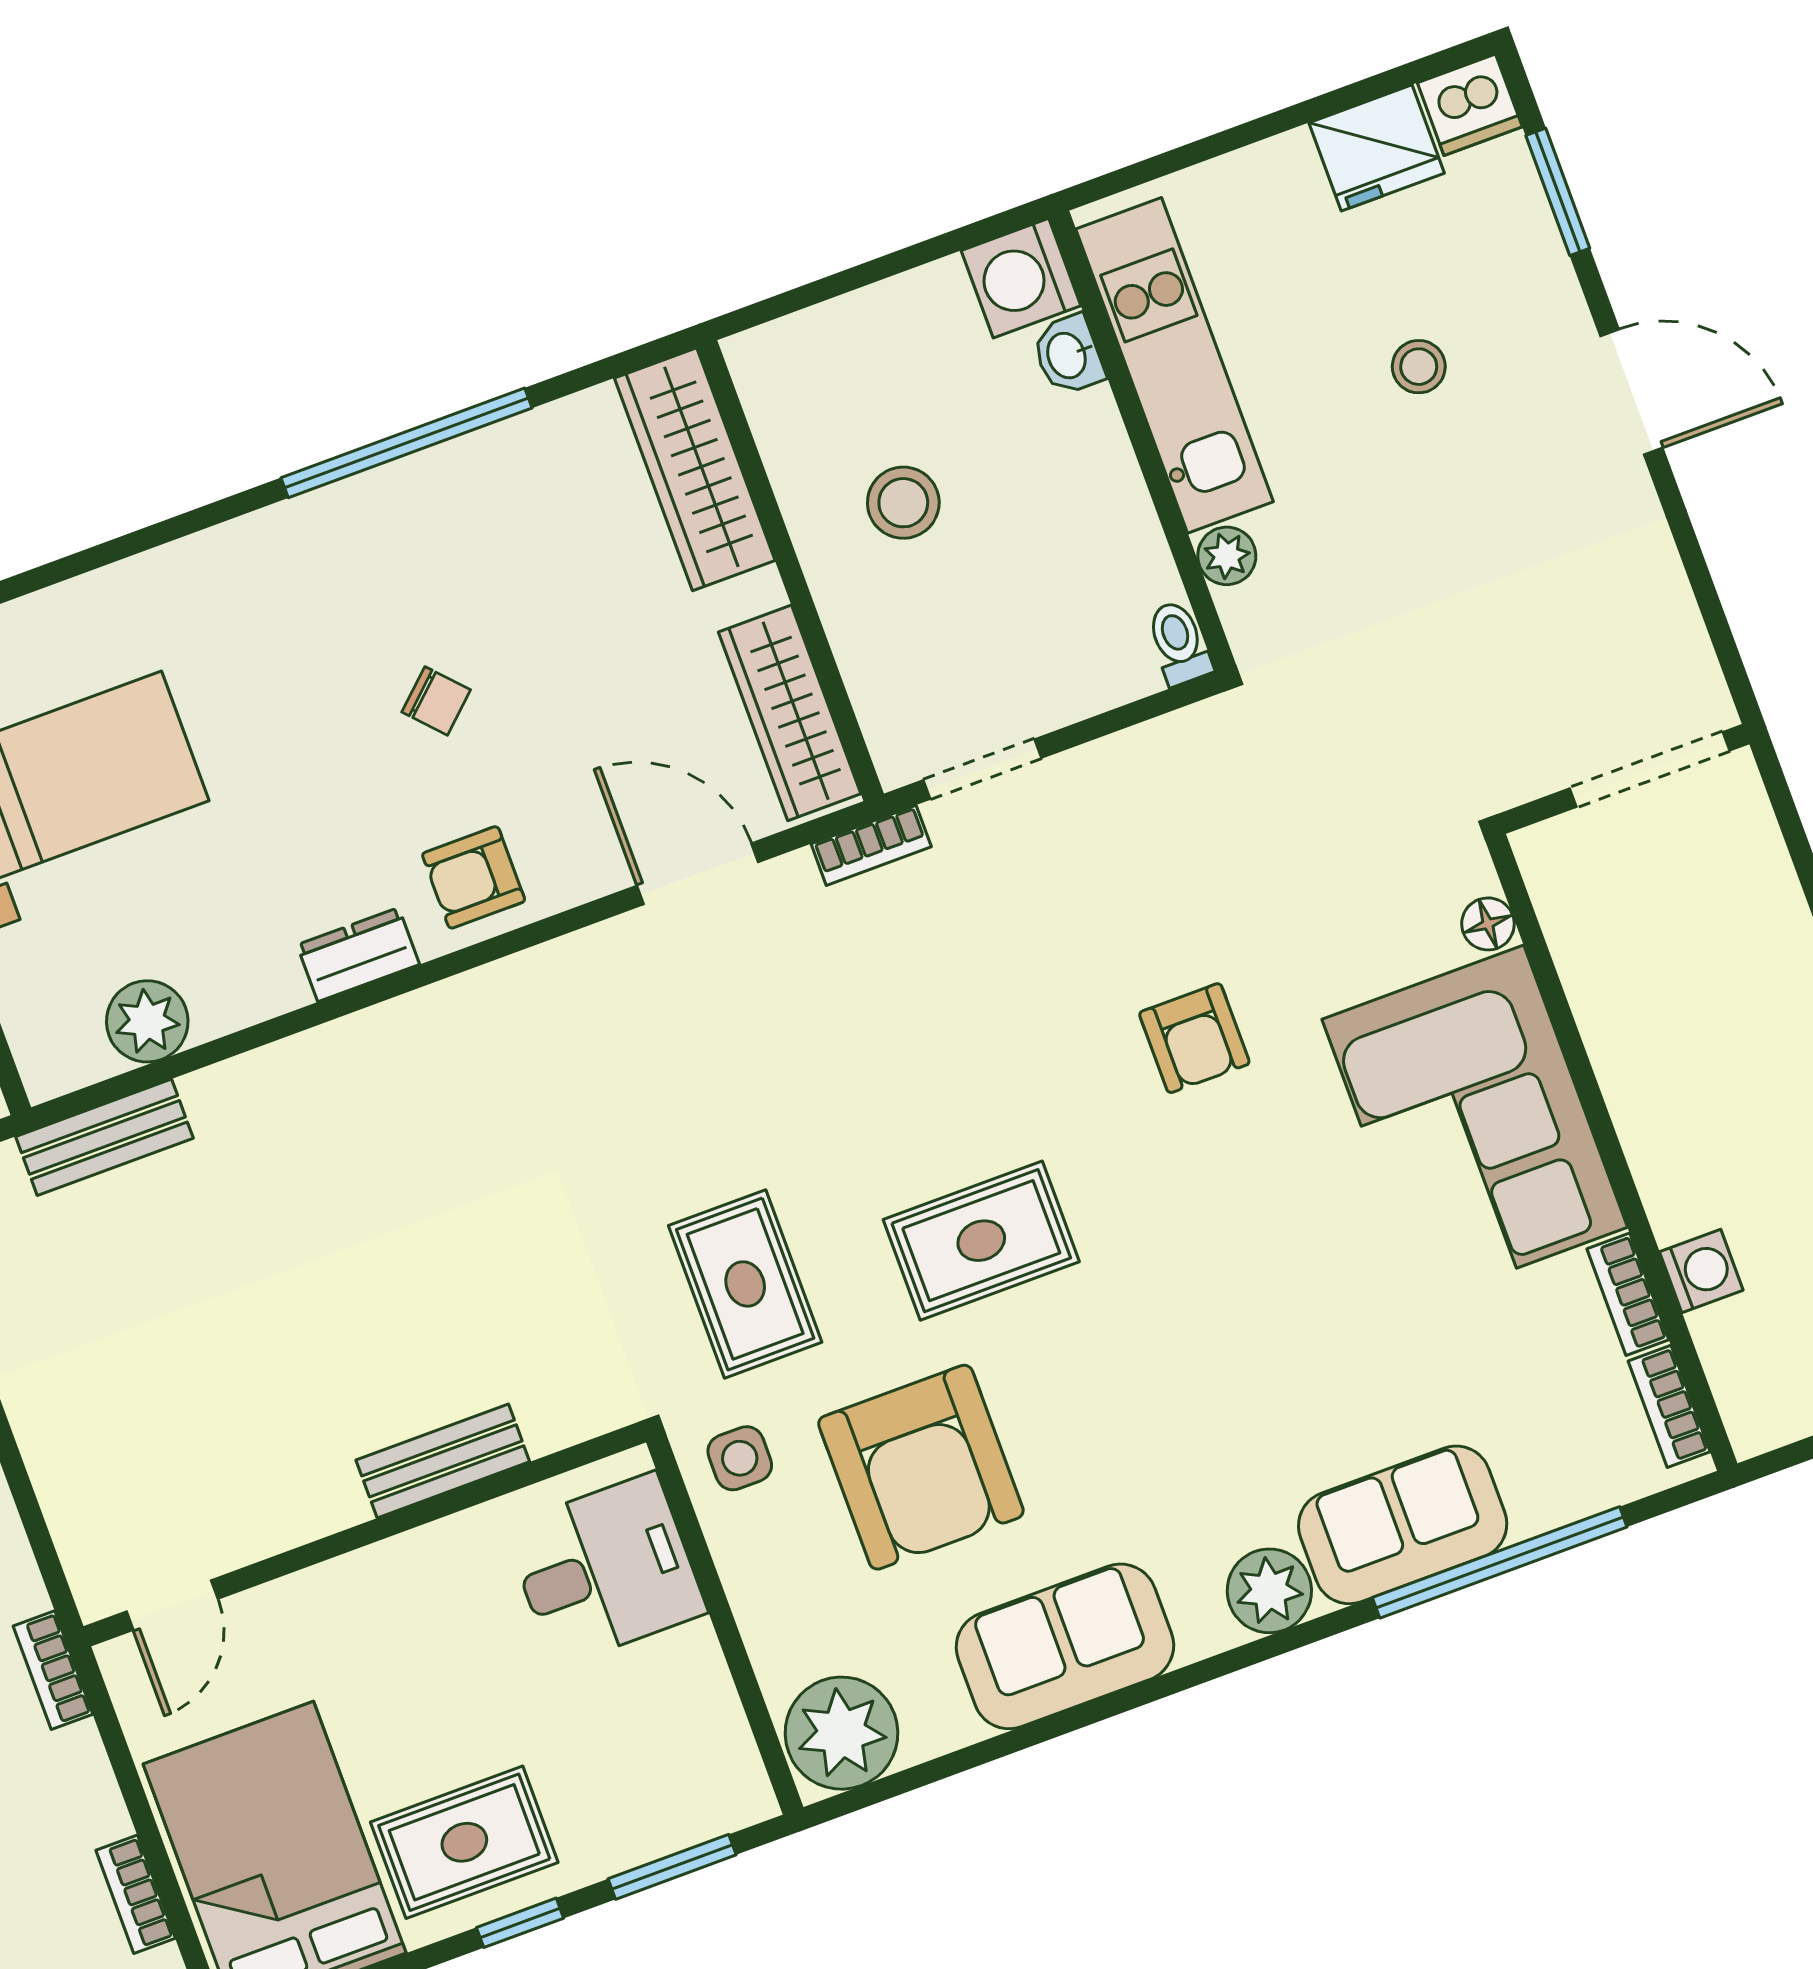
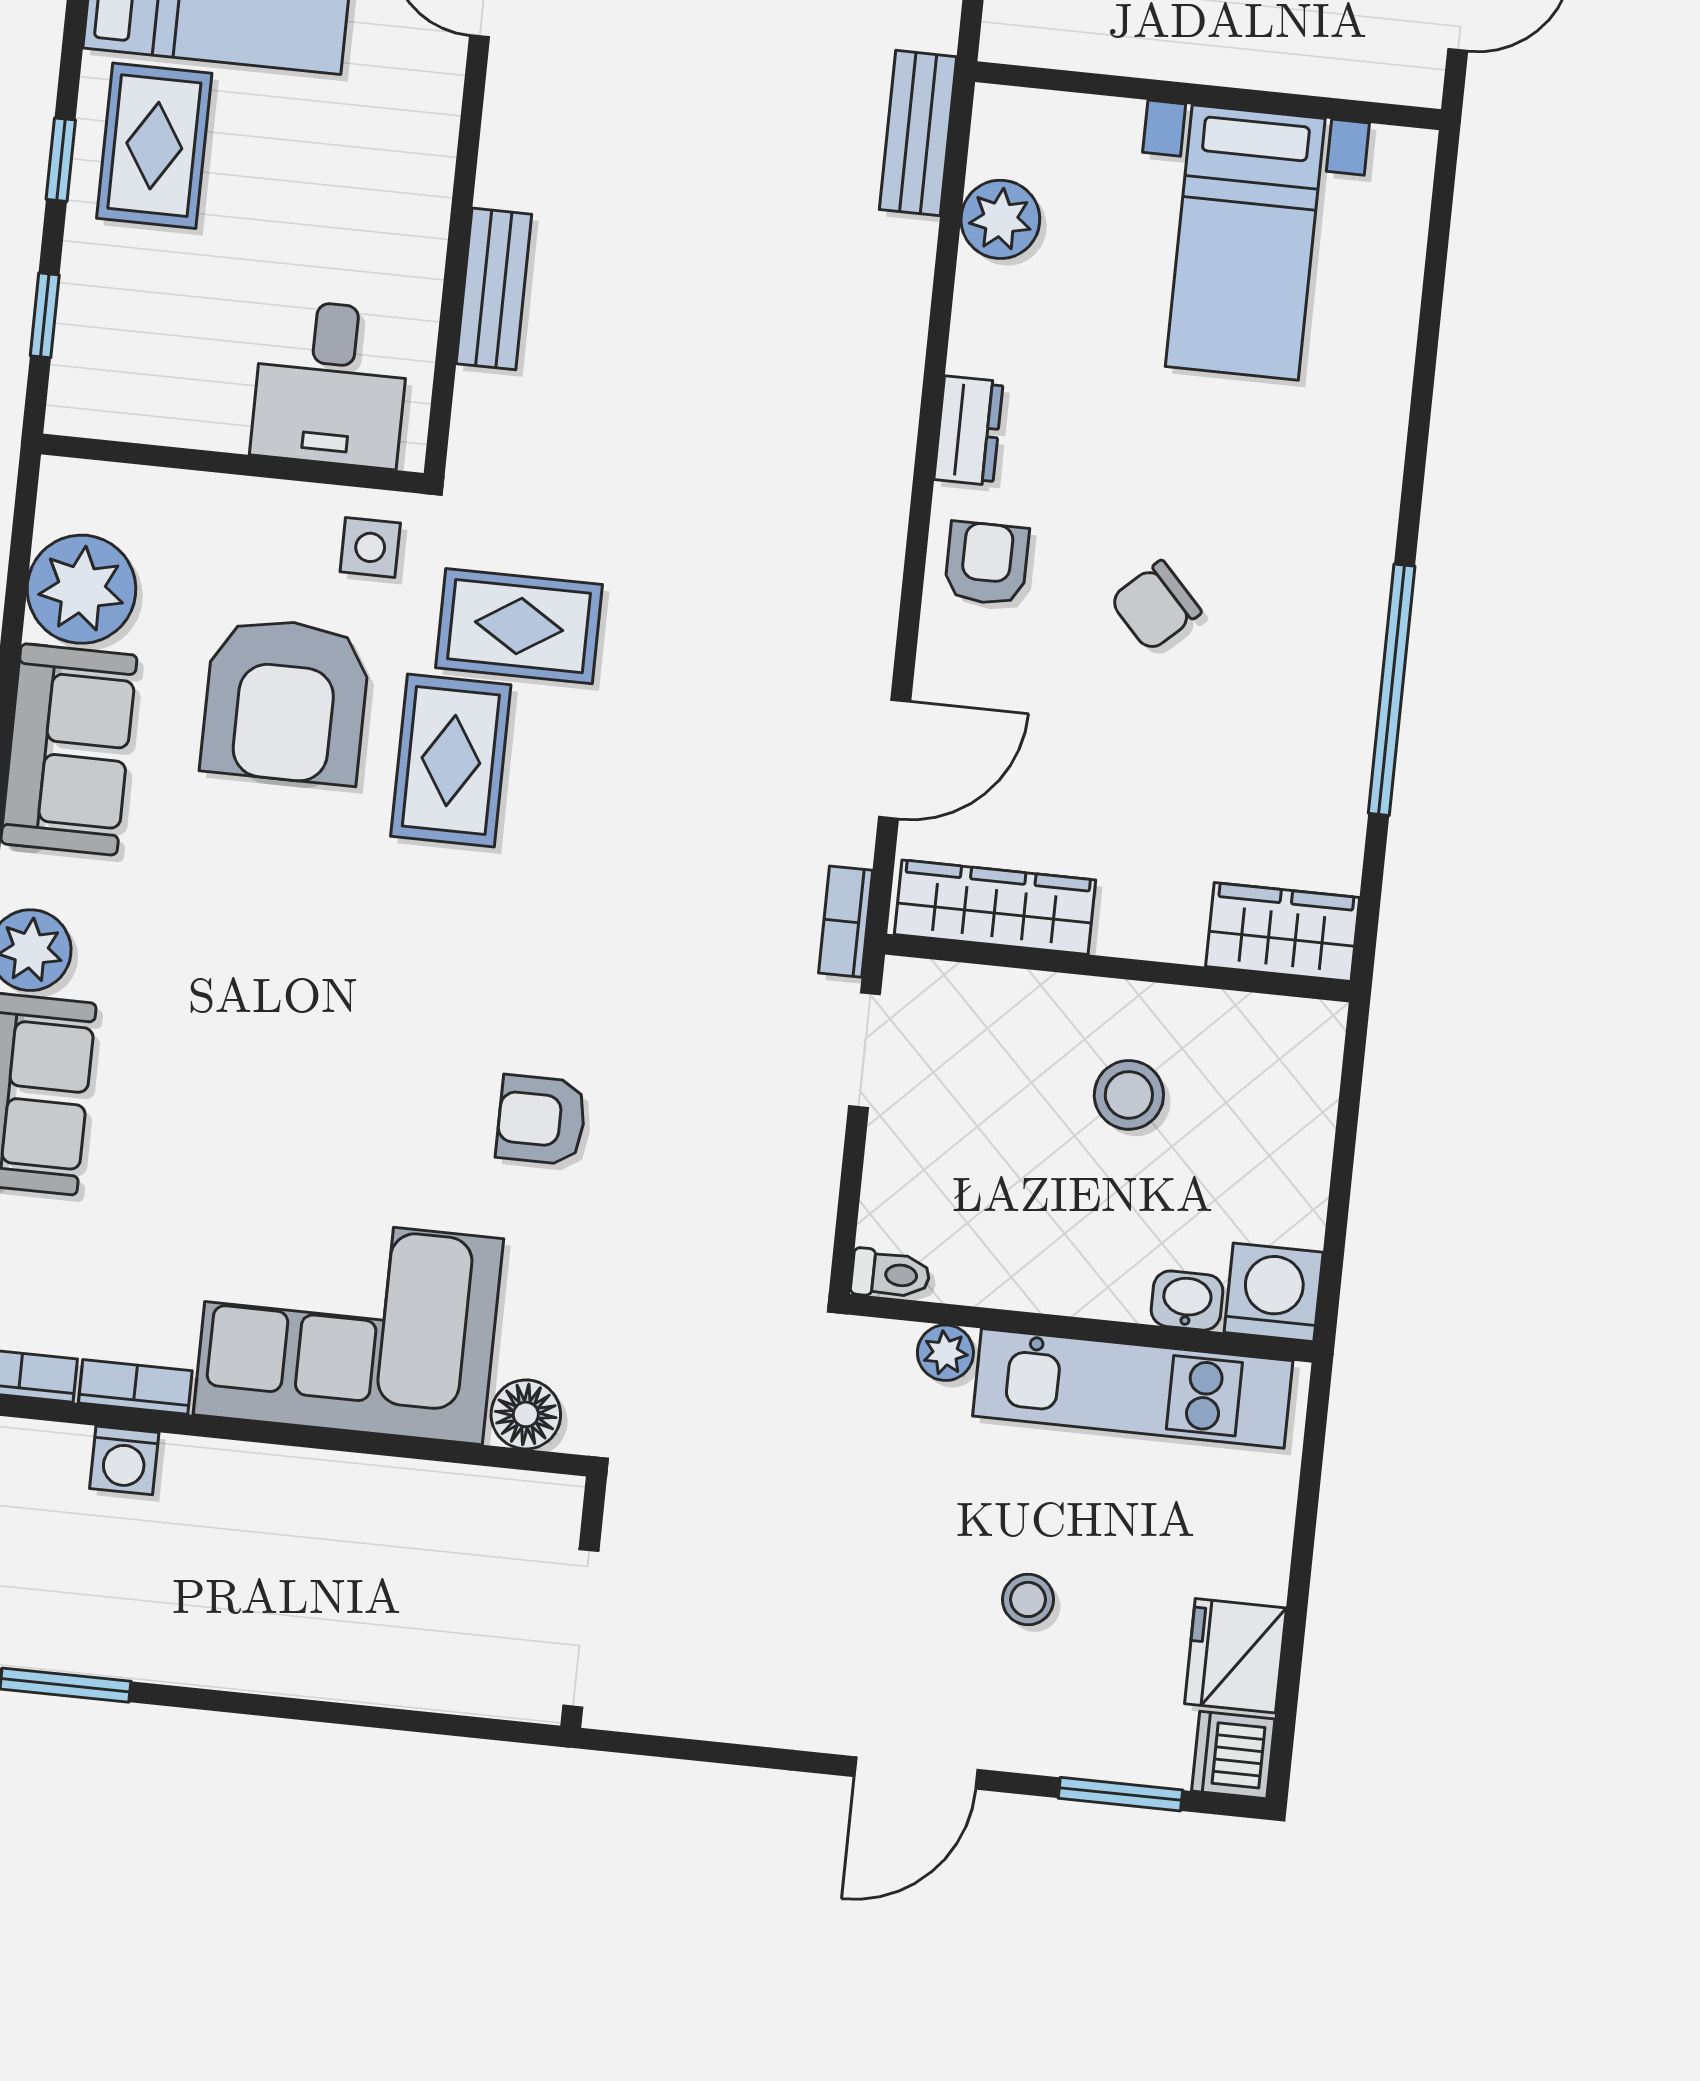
wardrobe: (695, 469) -> (1283, 932), width x0.67
chair: (436, 701) -> (1155, 606), width x1.37, depth x1.37
floor lamp: (1488, 924) -> (526, 1414), width x1.37, depth x1.37
rug: (981, 1241) -> (451, 761), moved
armchair: (921, 1467) -> (285, 701), turned -90
plant: (842, 1733) -> (81, 589), moved
window: (672, 1867) -> (45, 315), width x0.67

